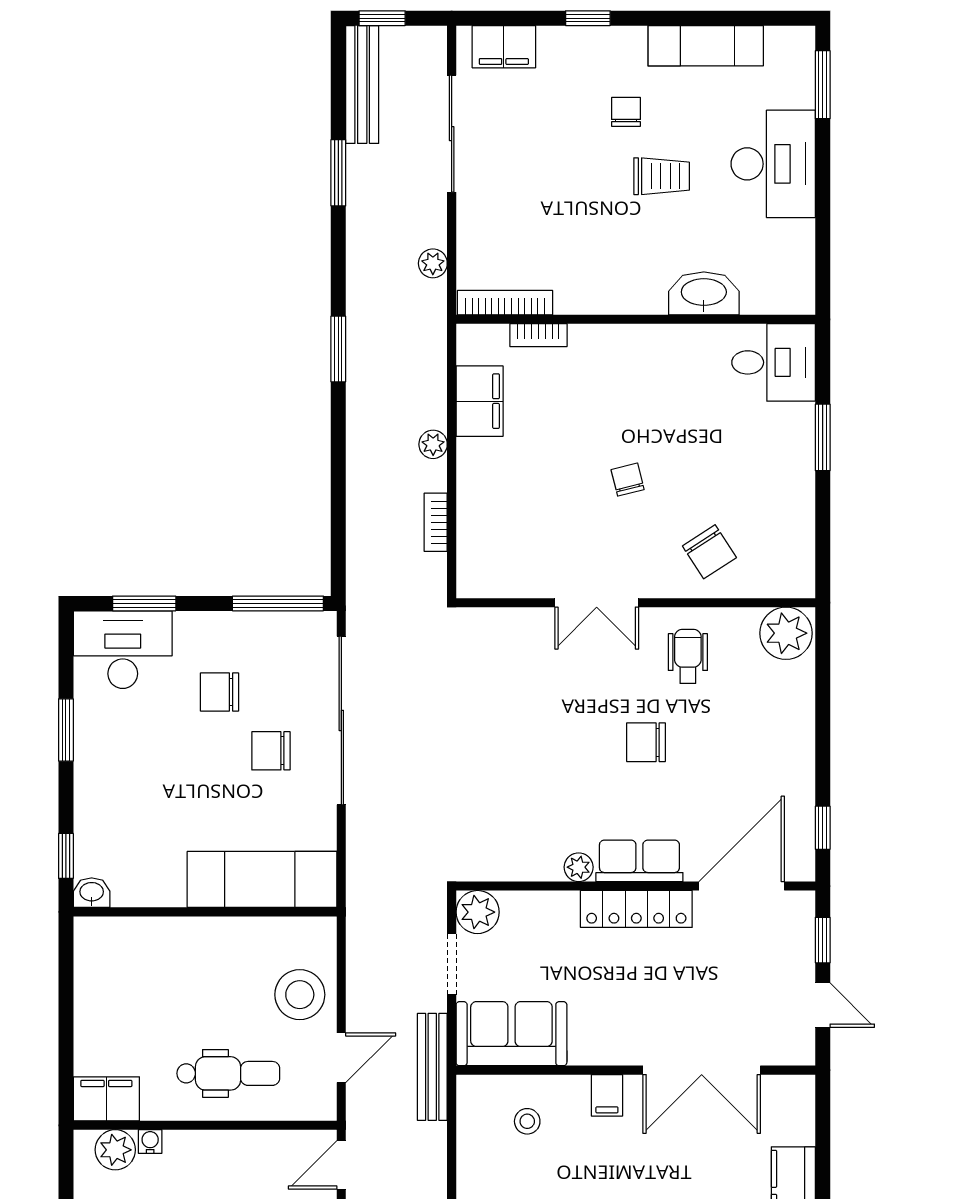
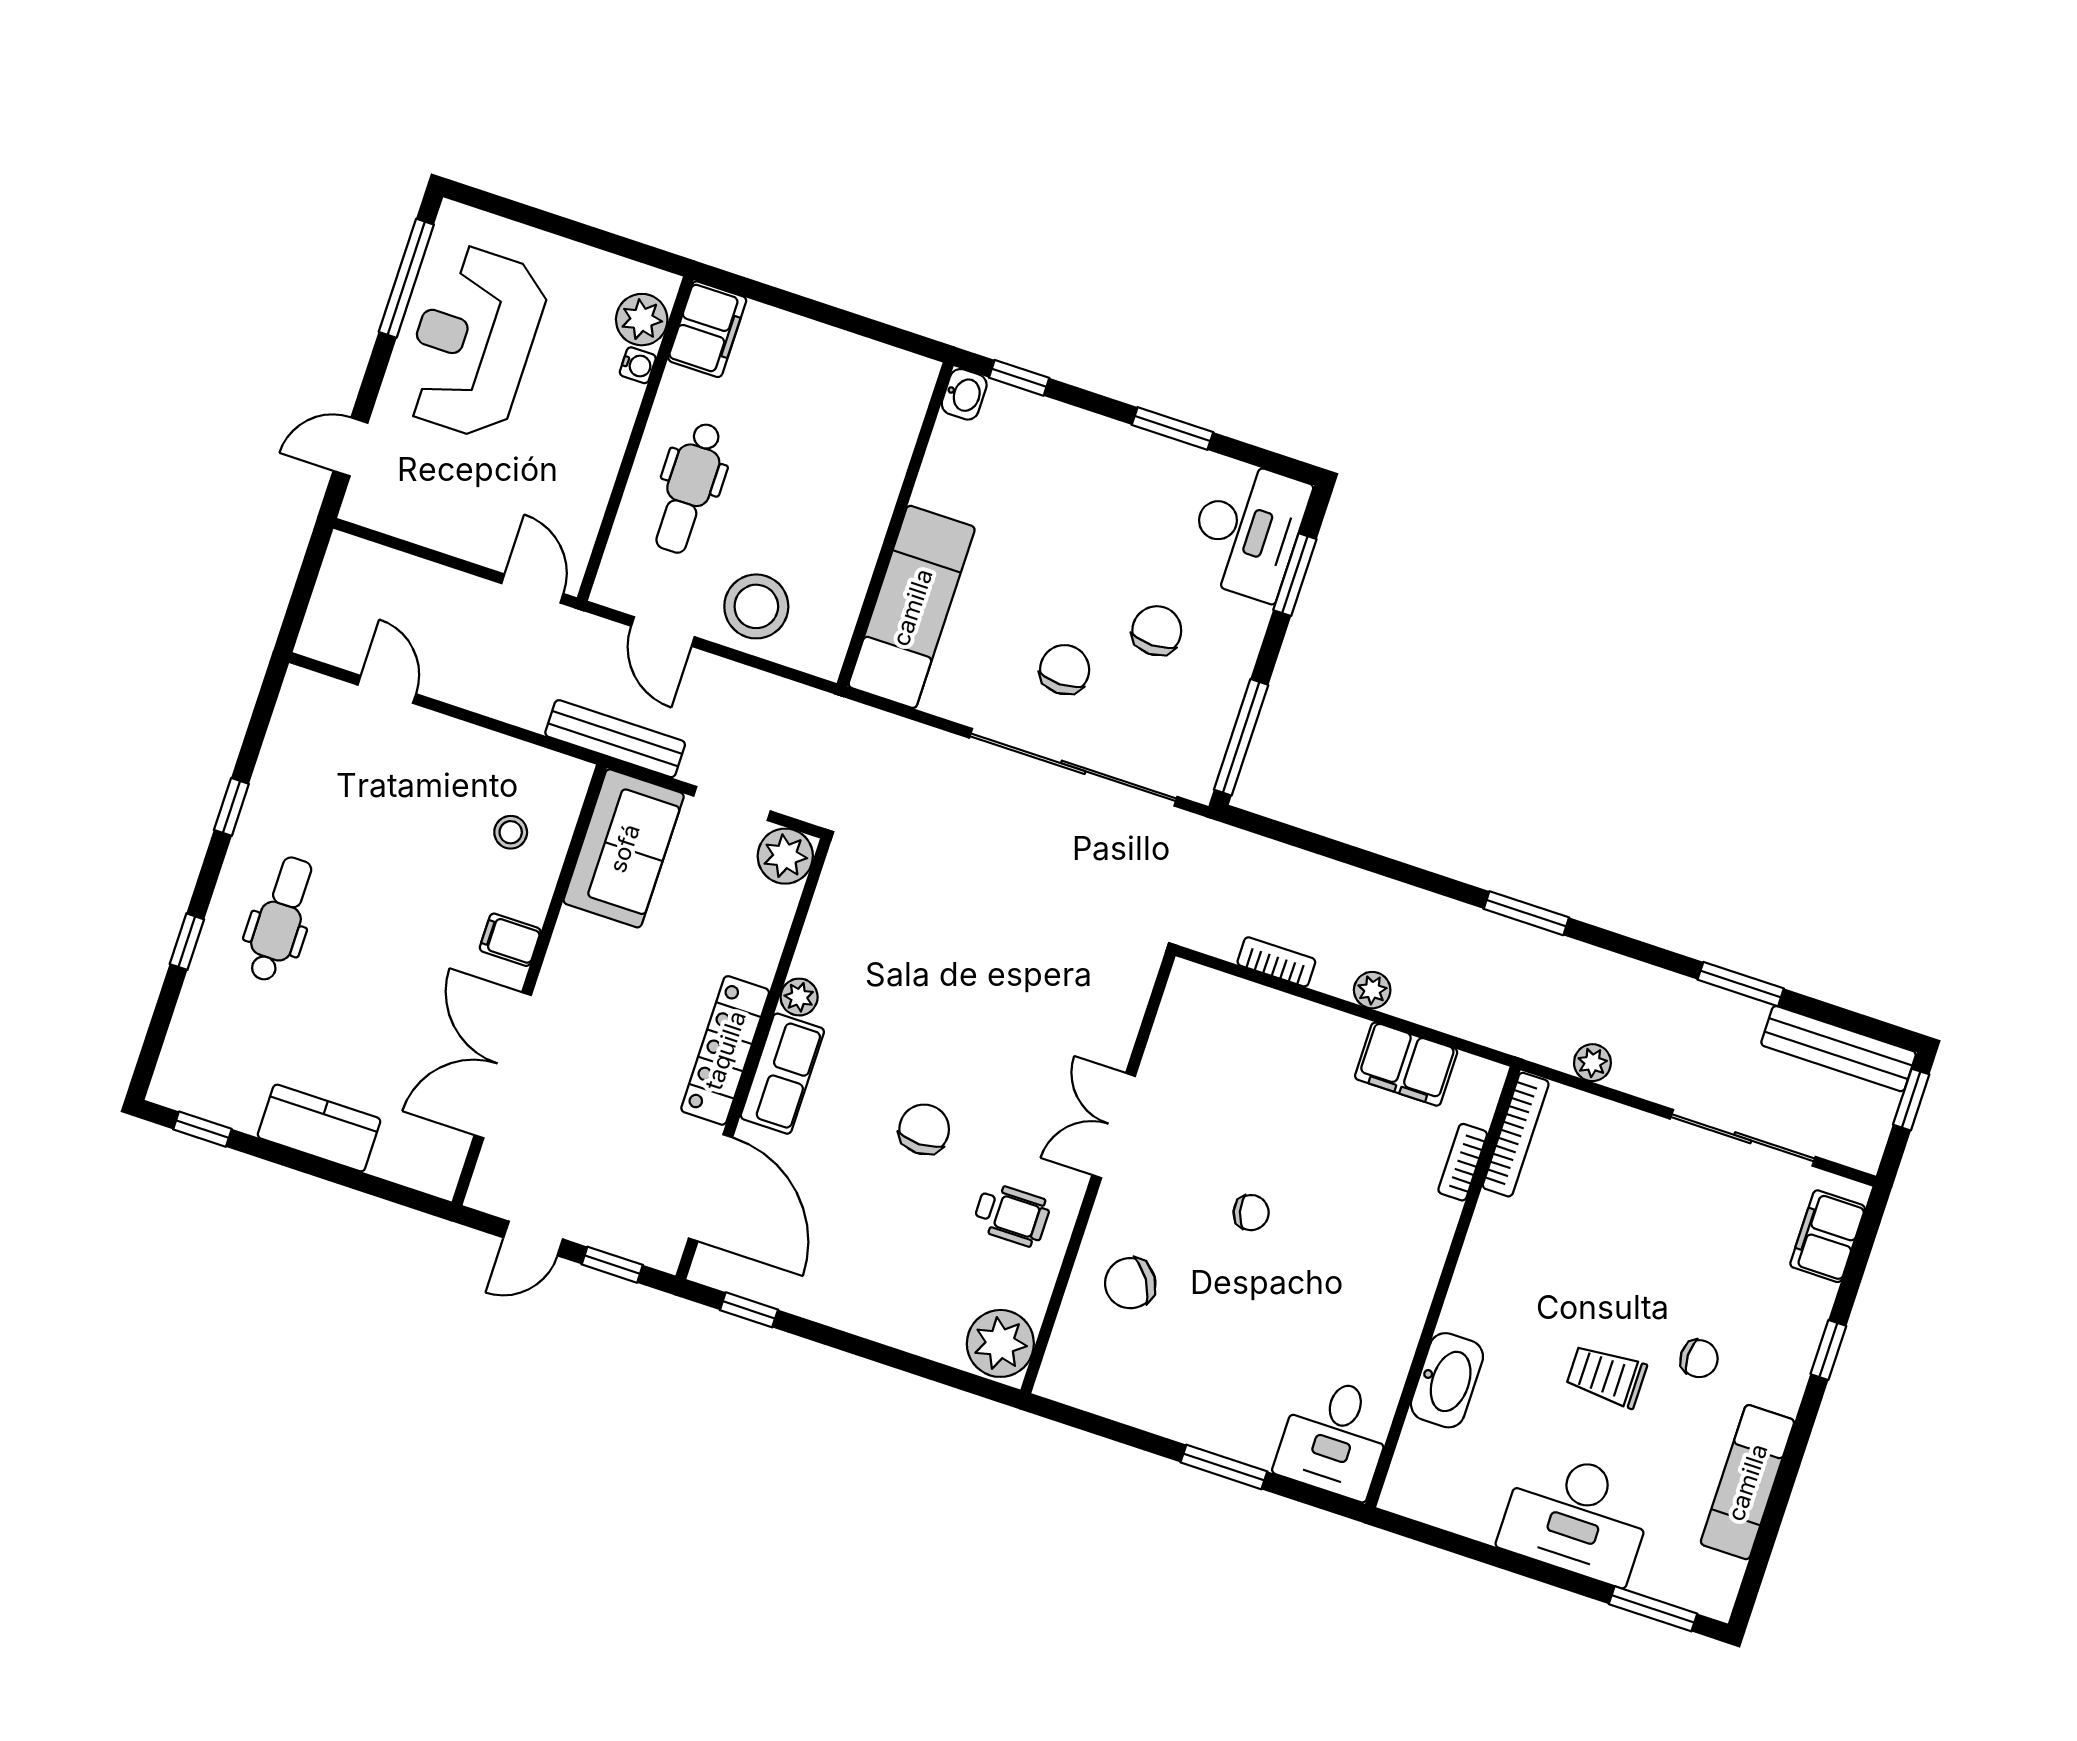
trolley: (662, 176) -> (1606, 1376), turned 90

